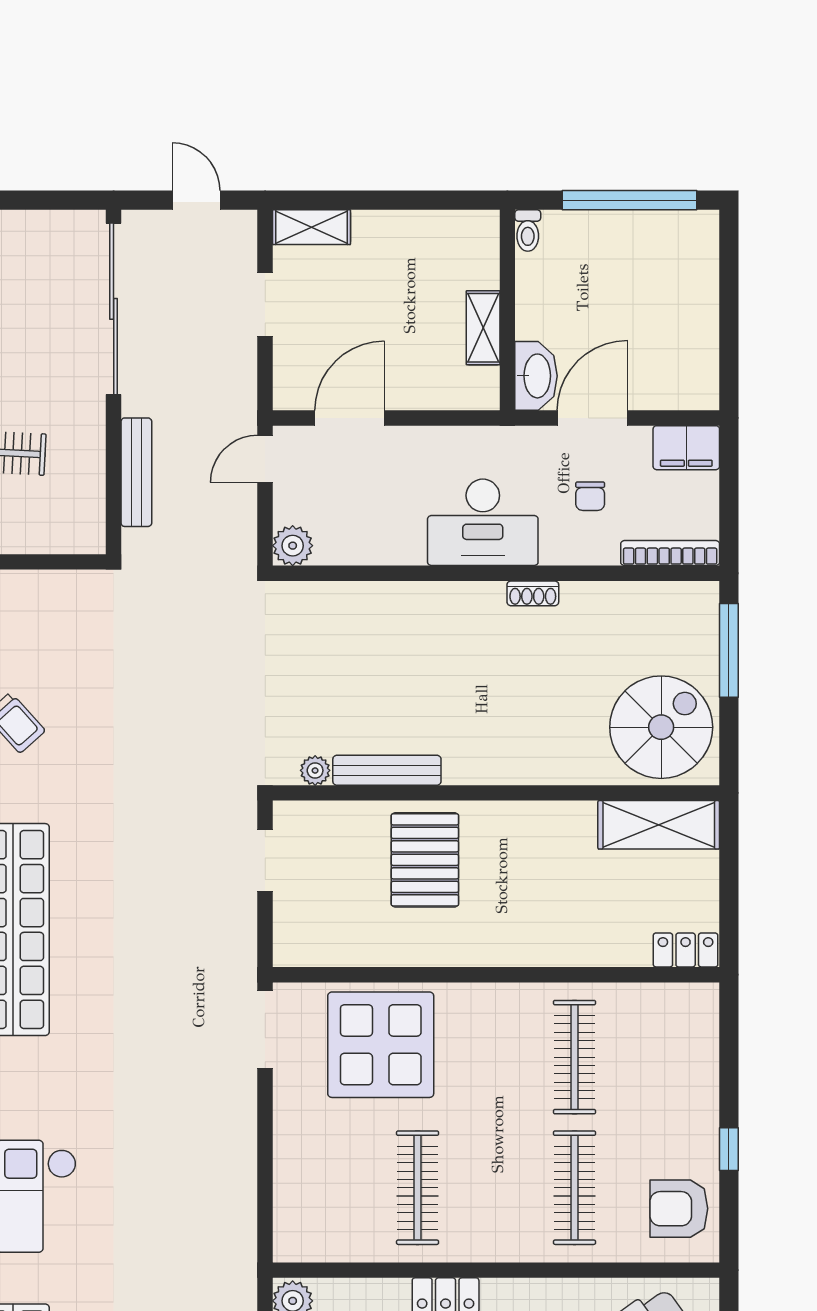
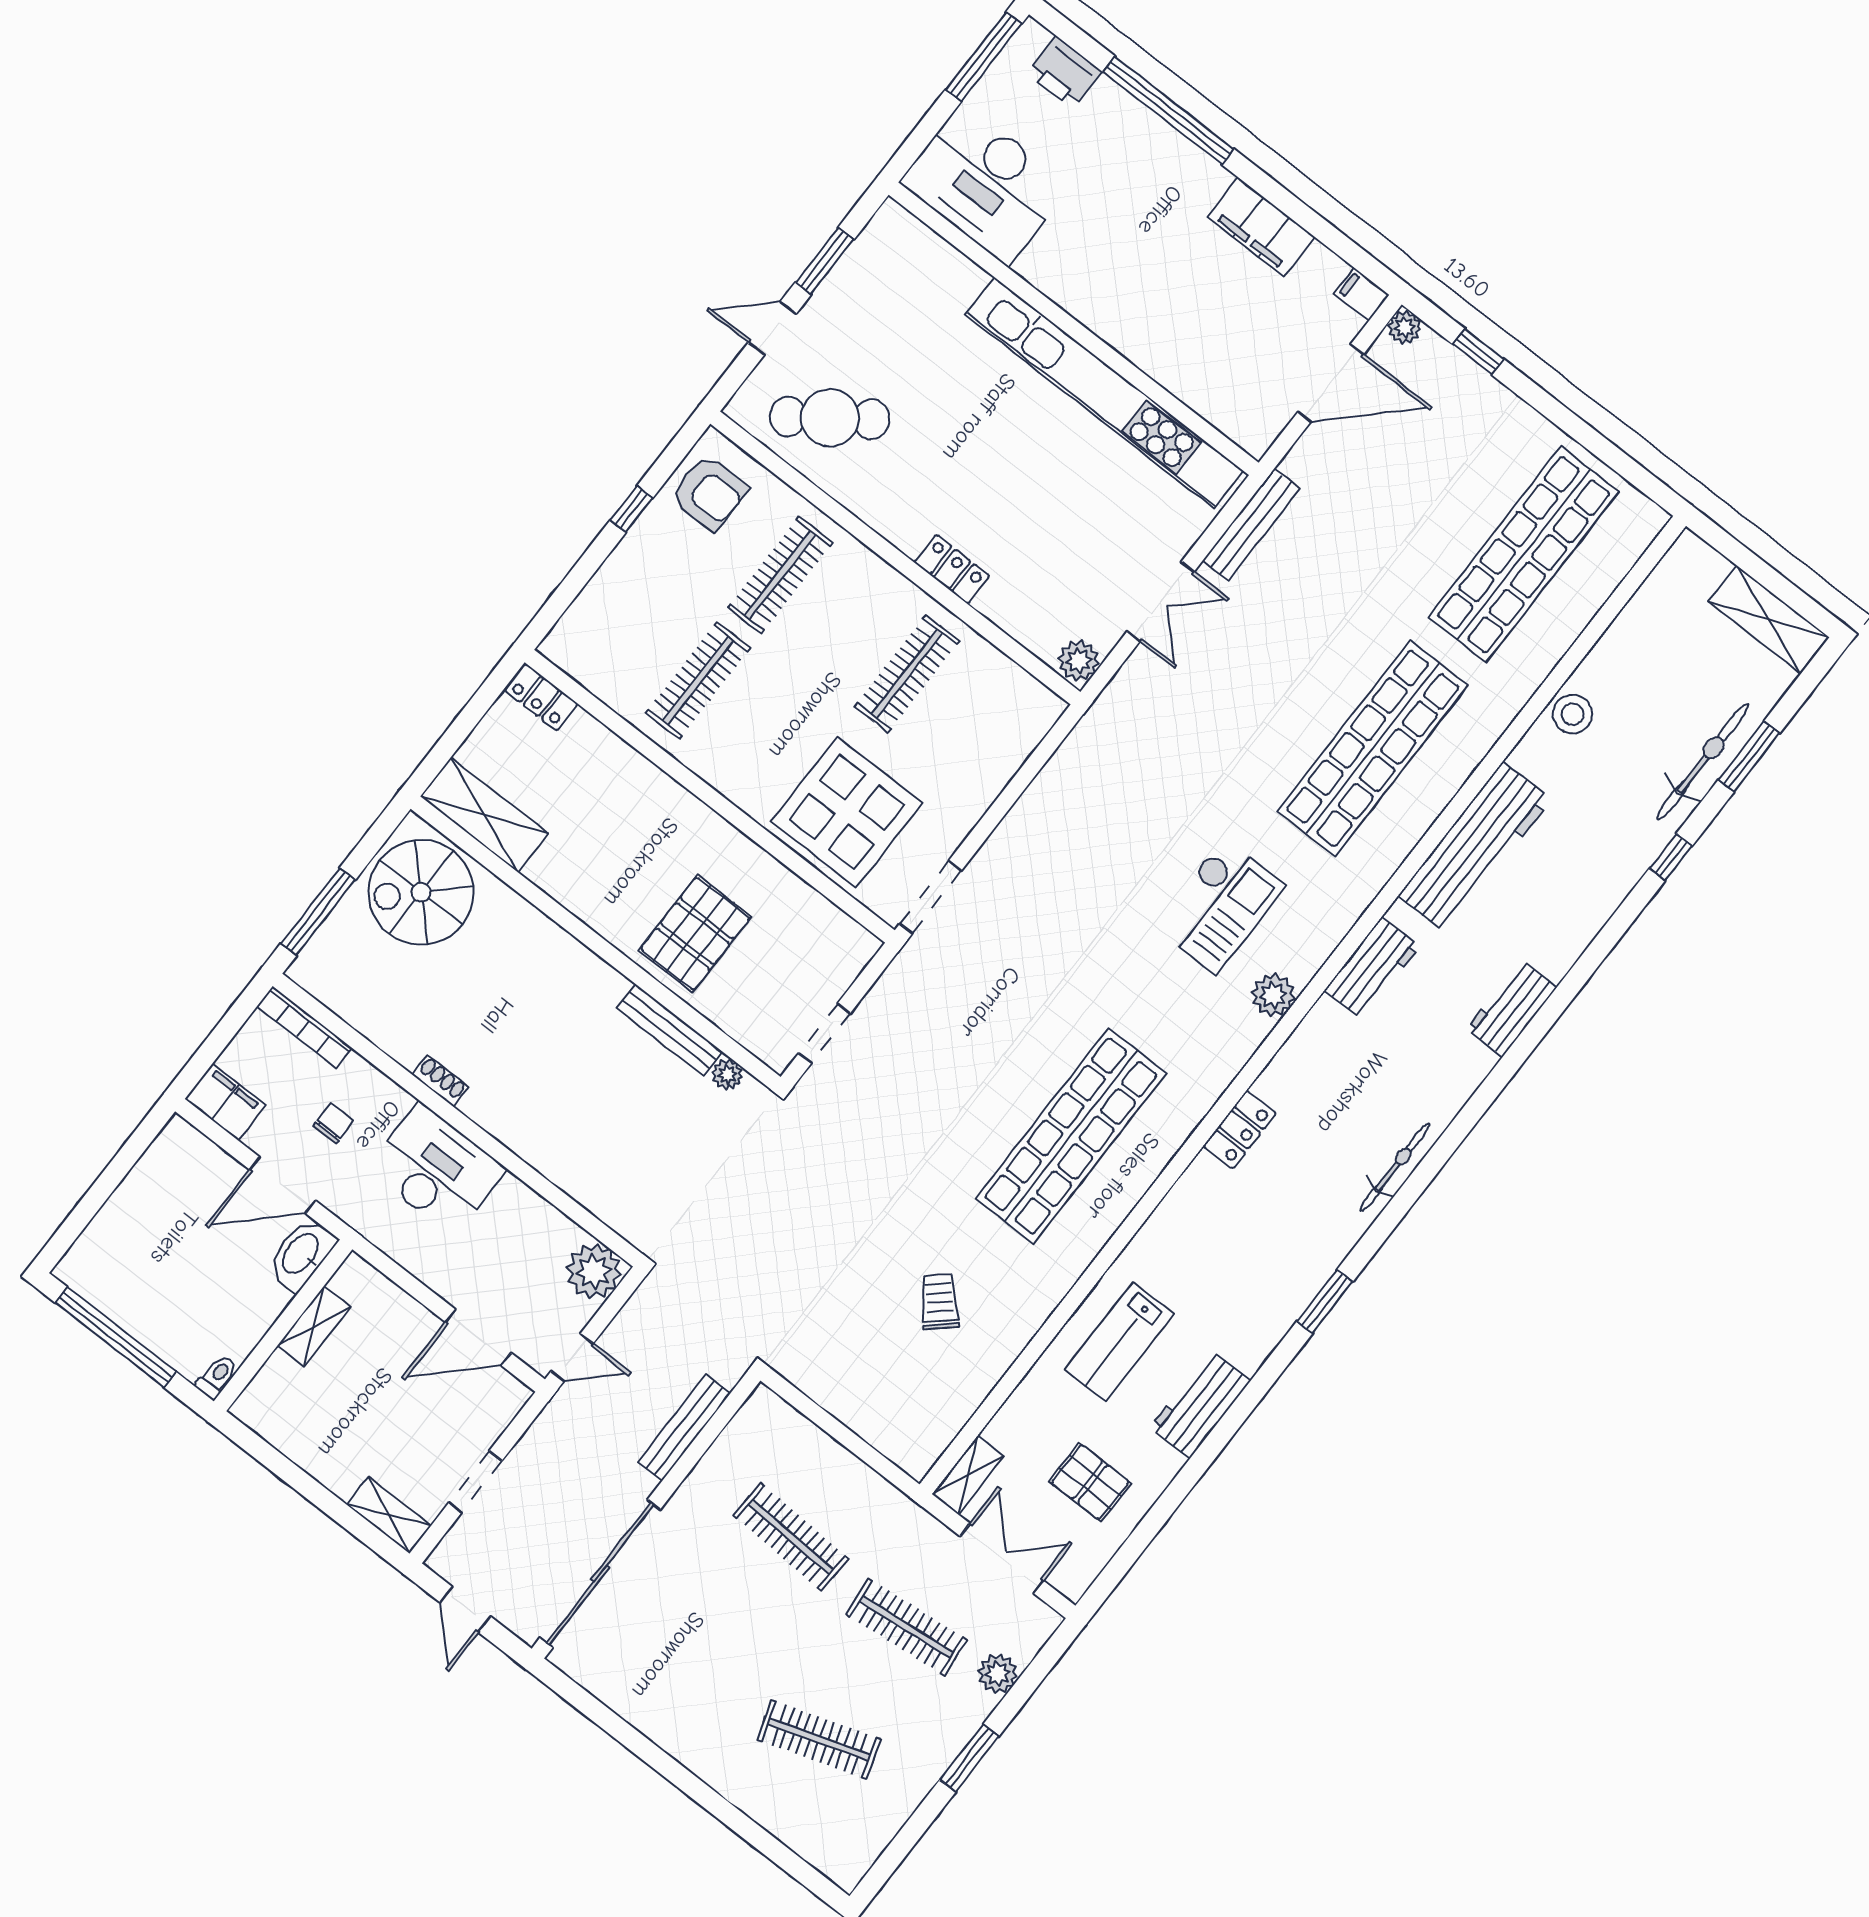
plant: (293, 546) -> (594, 1271), width x1.36, depth x1.36

